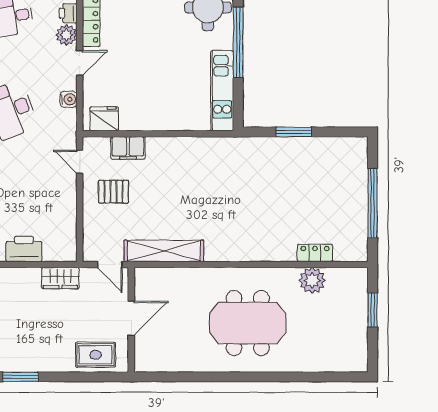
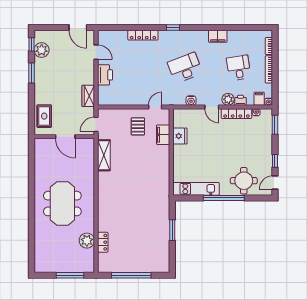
fridge: (104, 119) -> (180, 136), moved
shelving: (164, 251) -> (104, 155), width x0.68
window: (373, 310) -> (70, 275), width x1.44

